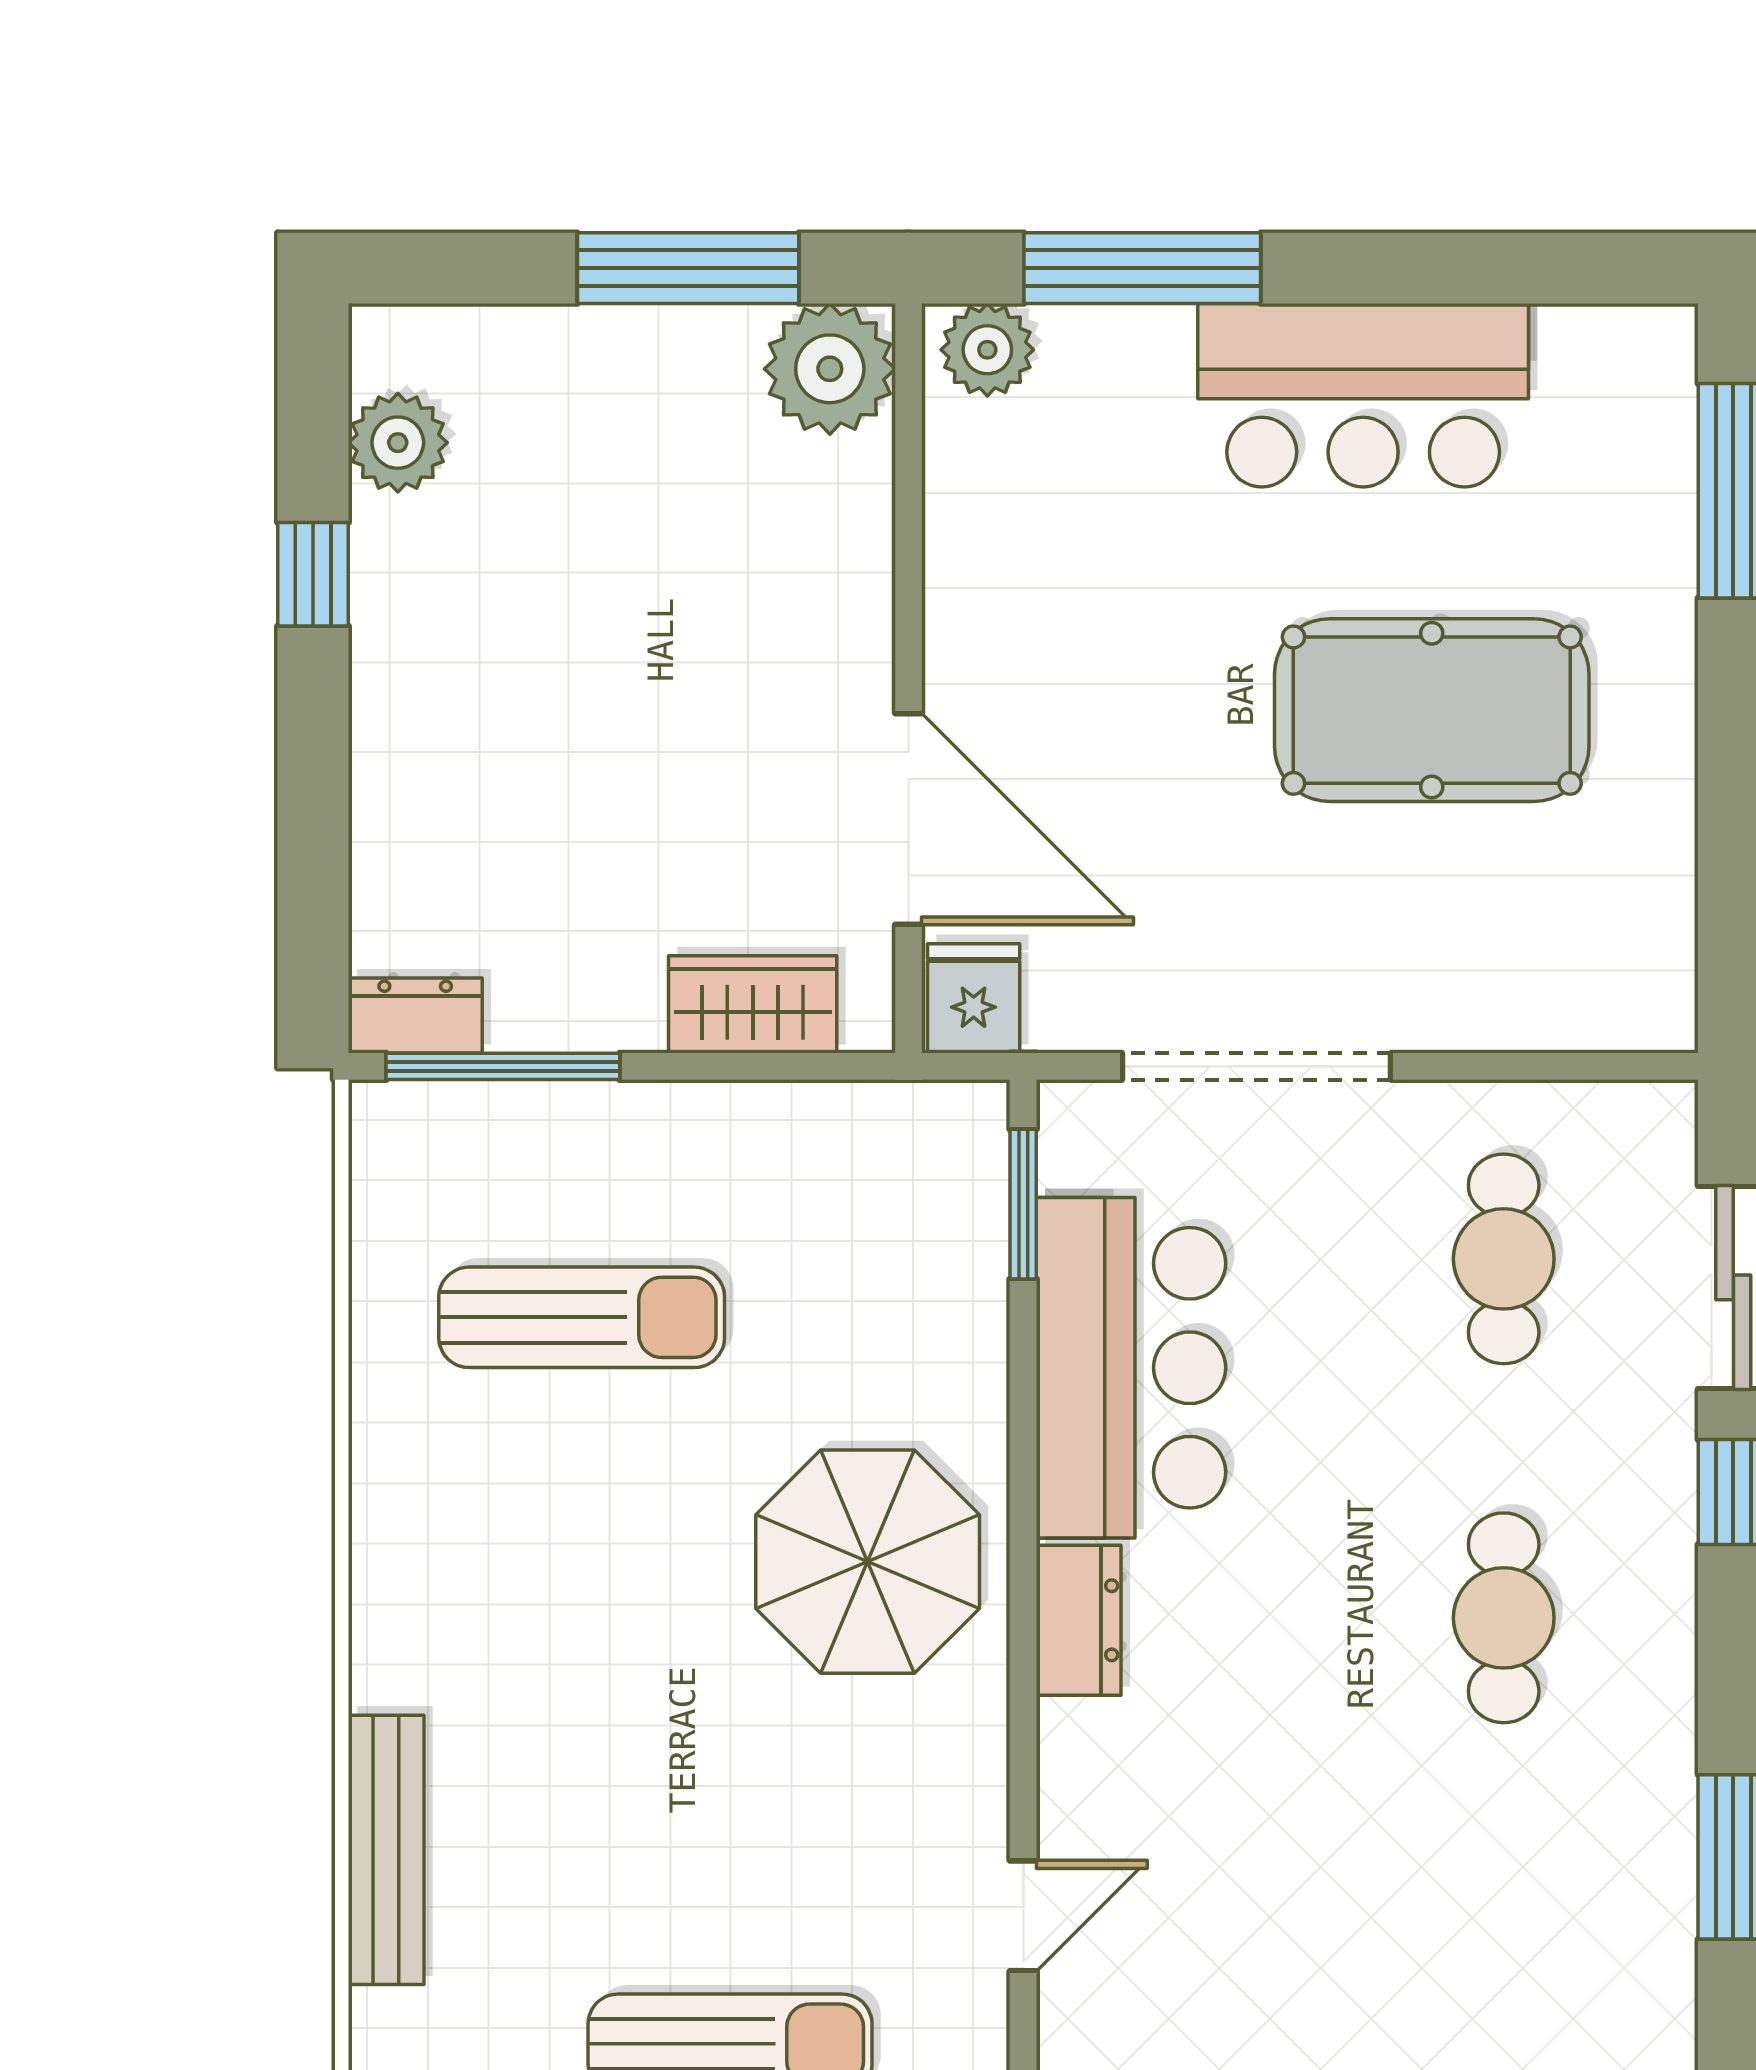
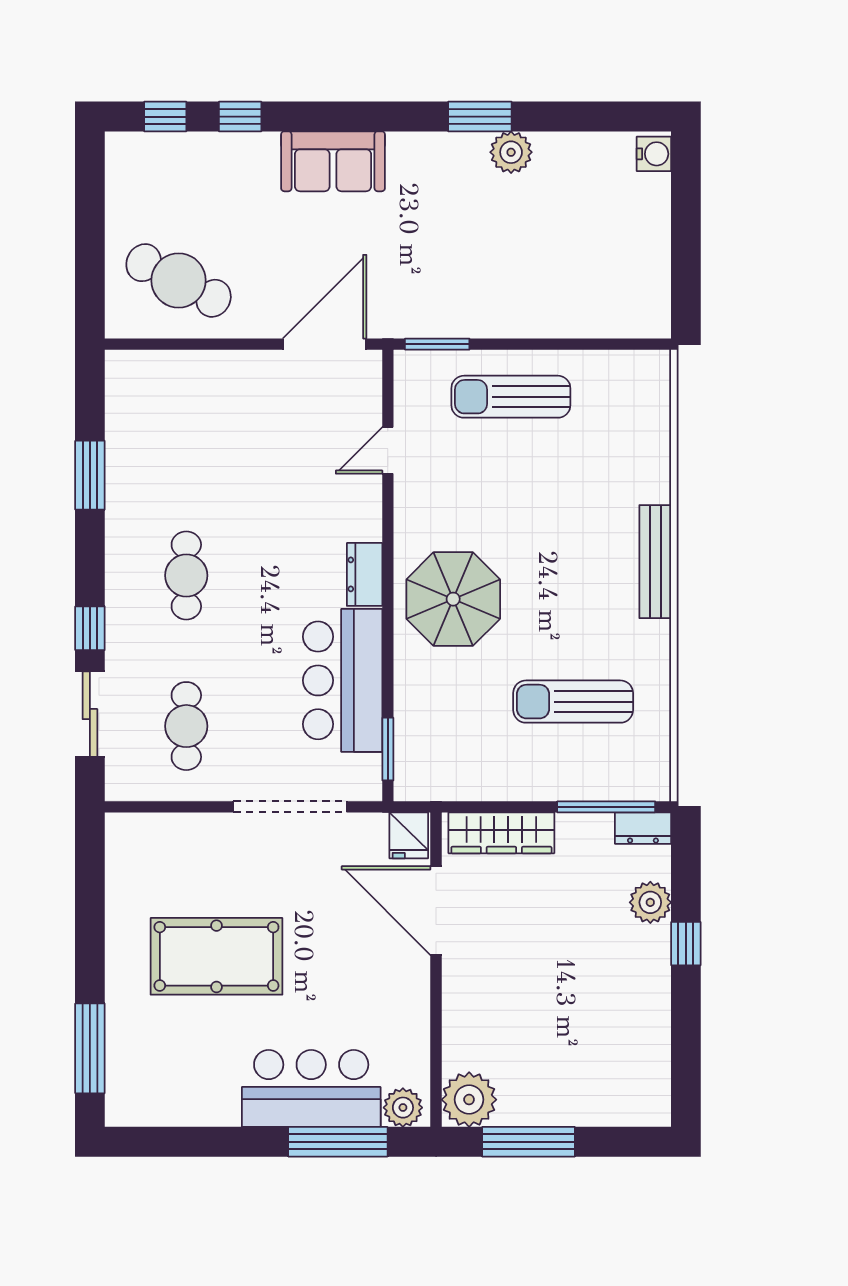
bar counter: (1363, 395) -> (311, 1088), moved
plant: (398, 443) -> (650, 902), moved
window: (313, 574) -> (686, 944), moved
wardrobe: (753, 1004) -> (501, 833), width x1.50
bench: (386, 1850) -> (655, 562), moved

